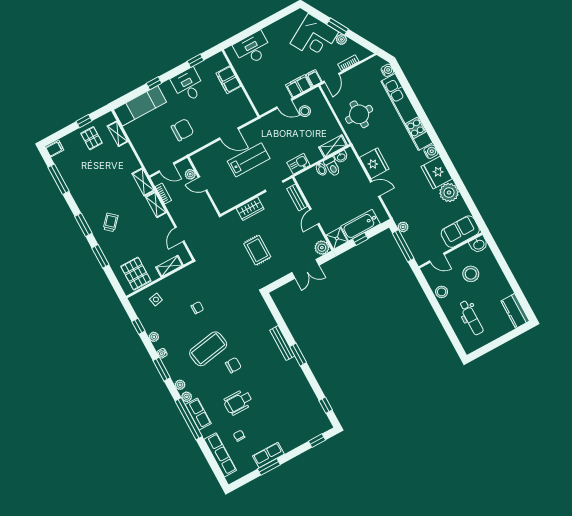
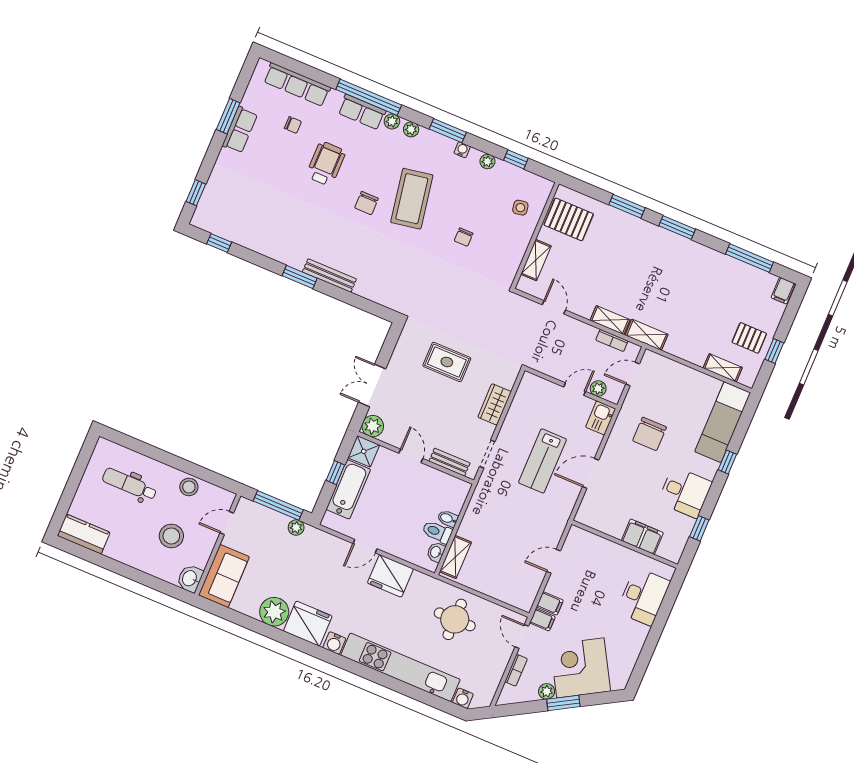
filing cabinet: (299, 86) -> (550, 603), width x0.50
stool: (305, 111) -> (522, 572), removed
kitchen sink: (298, 164) -> (601, 418), moved, turned 180
trolley: (111, 222) -> (647, 256), removed

